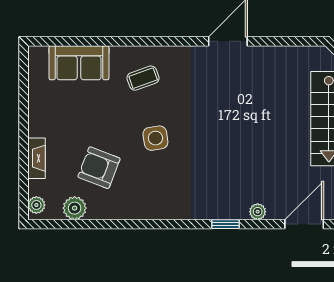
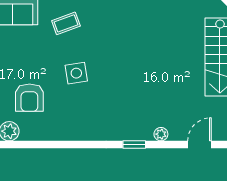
armchair: (99, 168) -> (29, 98), turned -111
door: (304, 224) -> (200, 145), width x0.73

